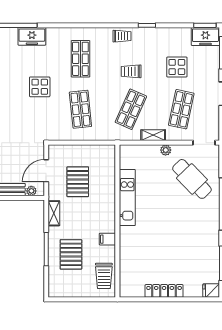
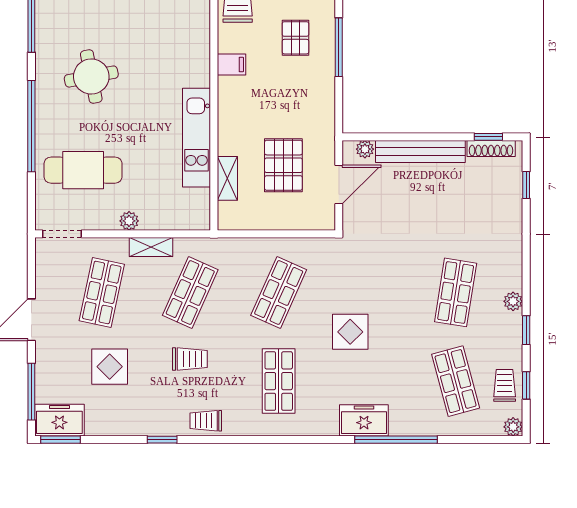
shop shelf: (80, 109) -> (279, 292), turned 30
cafe table: (192, 179) -> (83, 170), turned -46
shelving: (54, 213) -> (227, 178), moved
round table: (187, 232) -> (91, 77), added
pallet: (71, 254) -> (295, 38), width x0.67, depth x0.71

